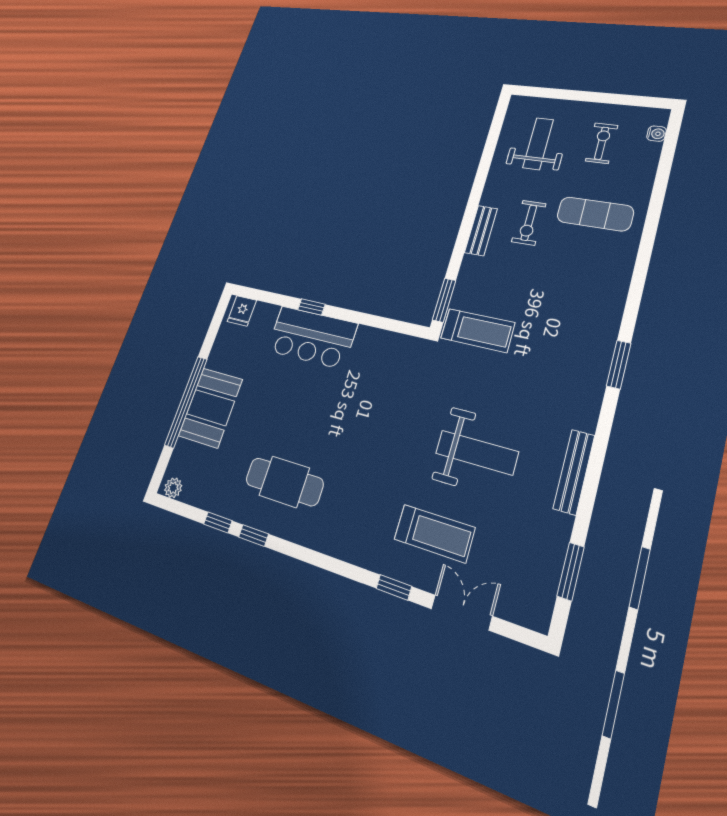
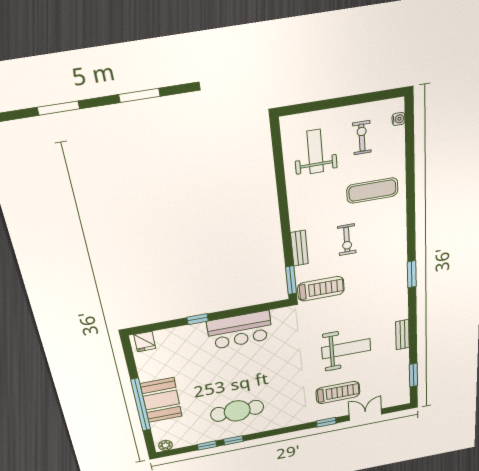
exercise bike: (529, 223) -> (347, 240), moved
bench: (481, 231) -> (299, 248), moved
bar counter: (312, 337) -> (240, 330), moved
bench: (574, 472) -> (402, 335), width x0.73

